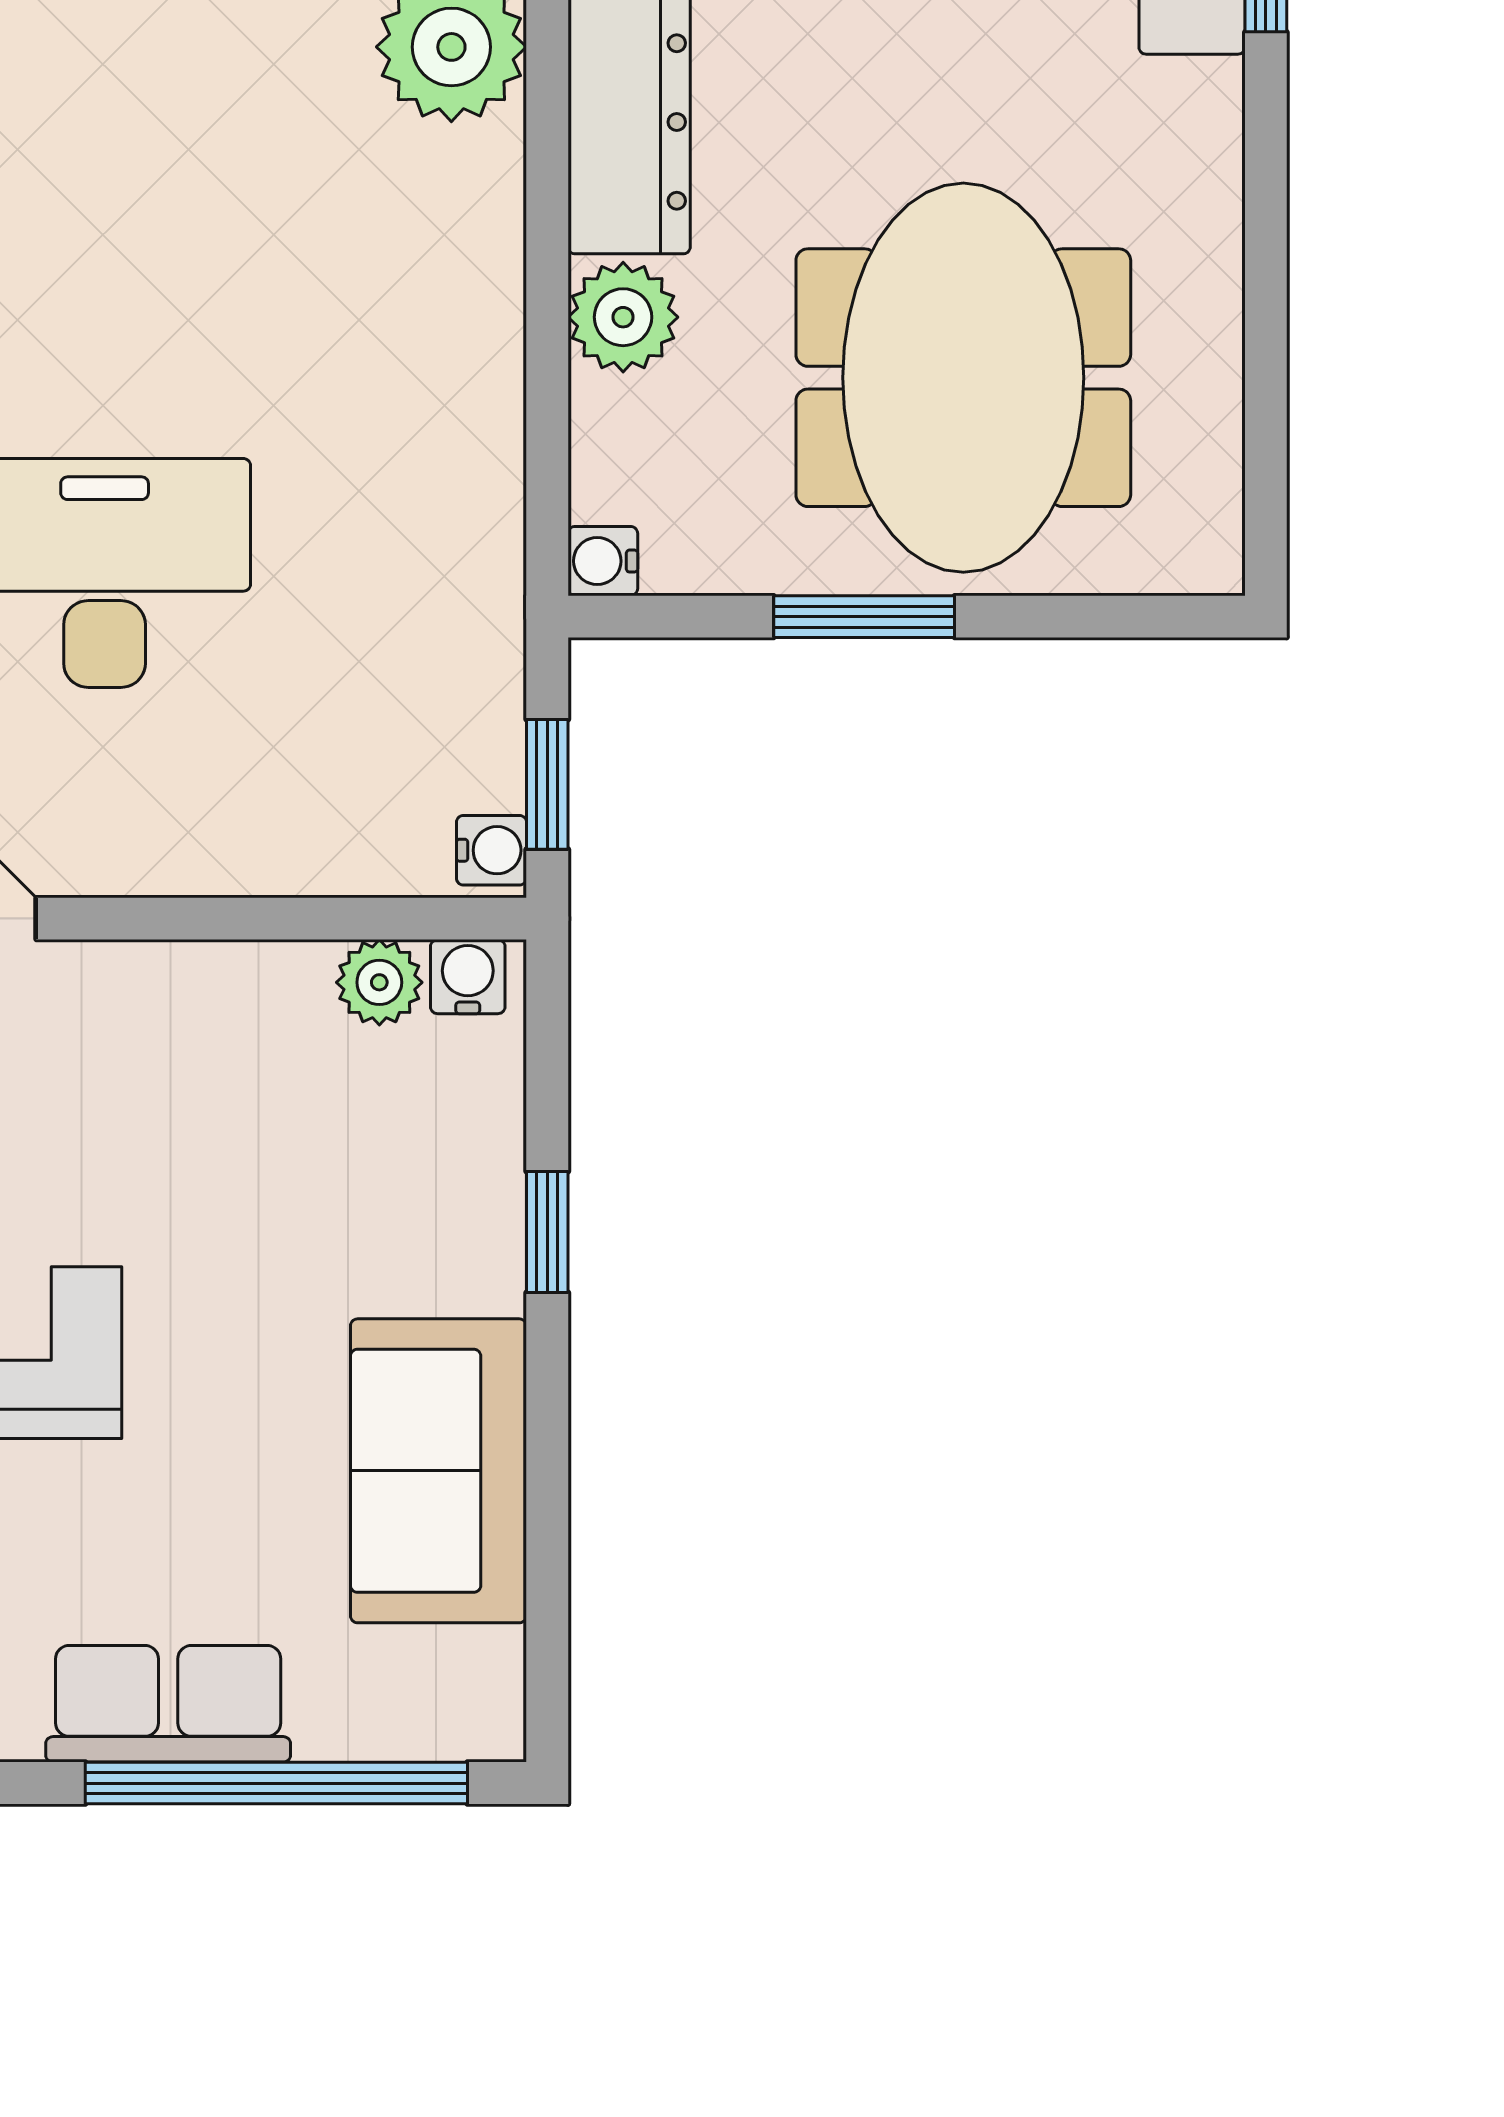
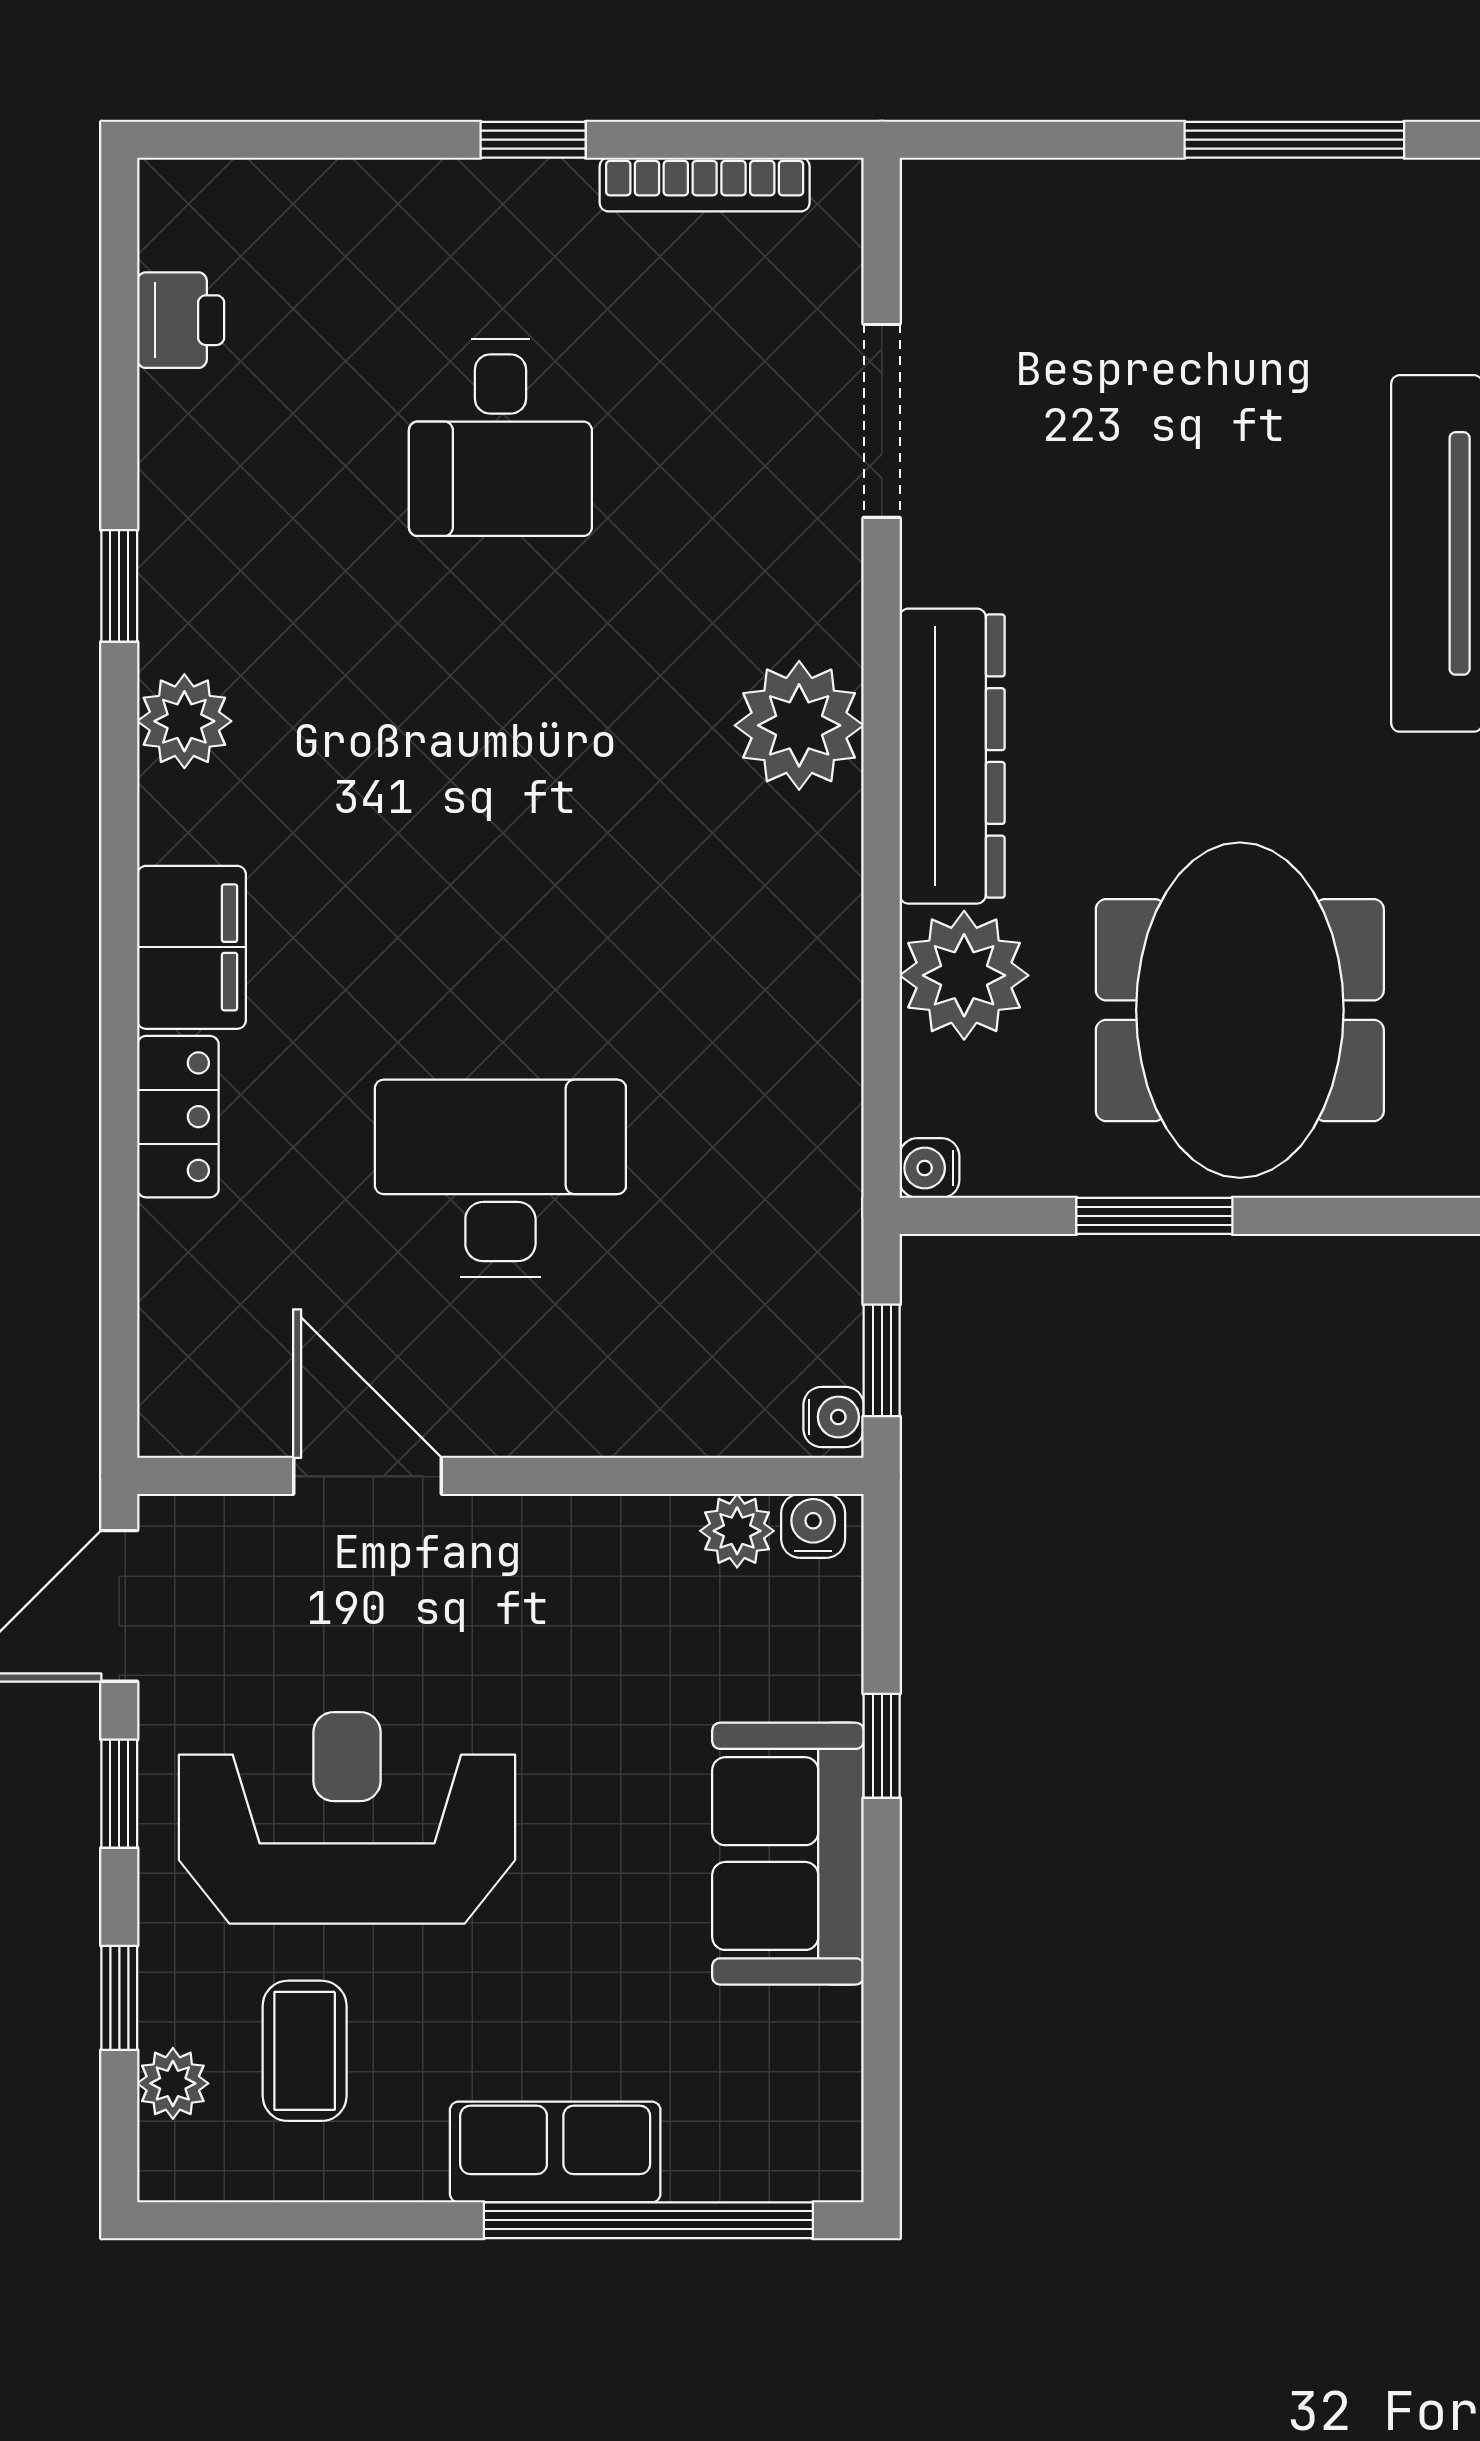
plant: (623, 317) -> (964, 975), width x1.36, depth x1.36
sofa: (438, 1471) -> (788, 1854), moved

